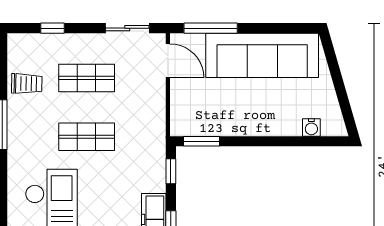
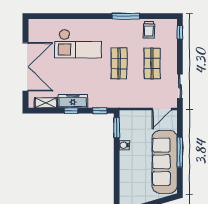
window: (52, 28) -> (180, 32), moved
window: (211, 28) -> (180, 152), moved
water cooler: (311, 127) -> (124, 145), moved

